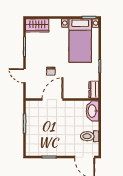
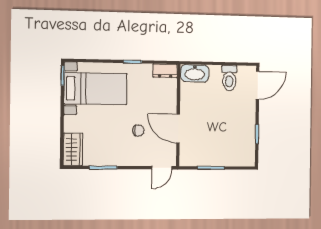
door: (25, 76) -> (162, 168), moved

